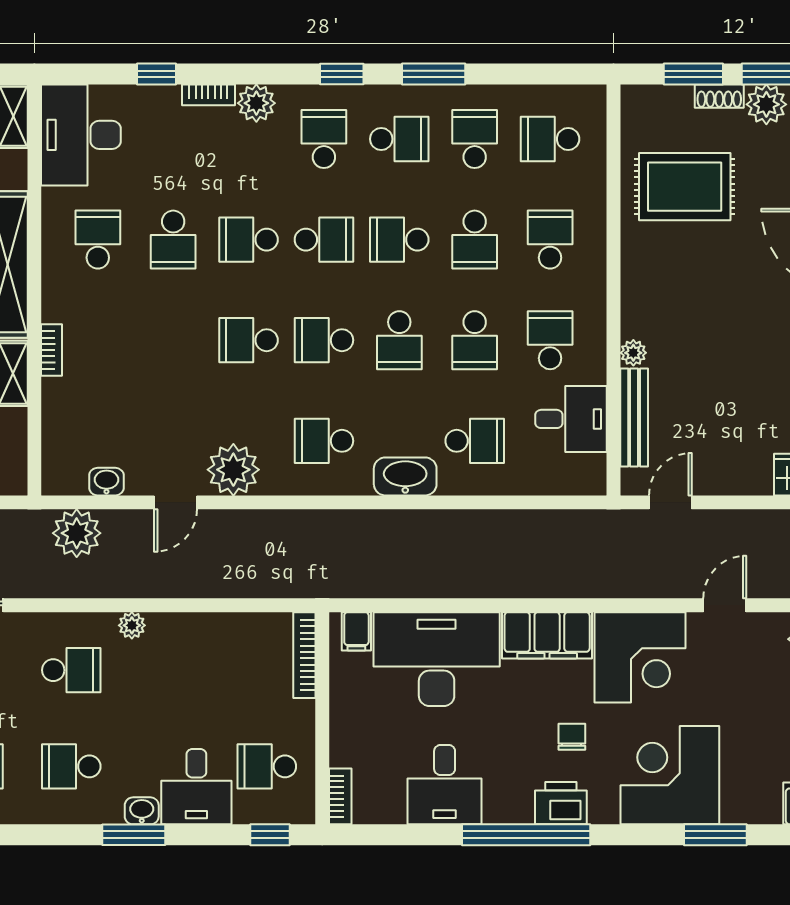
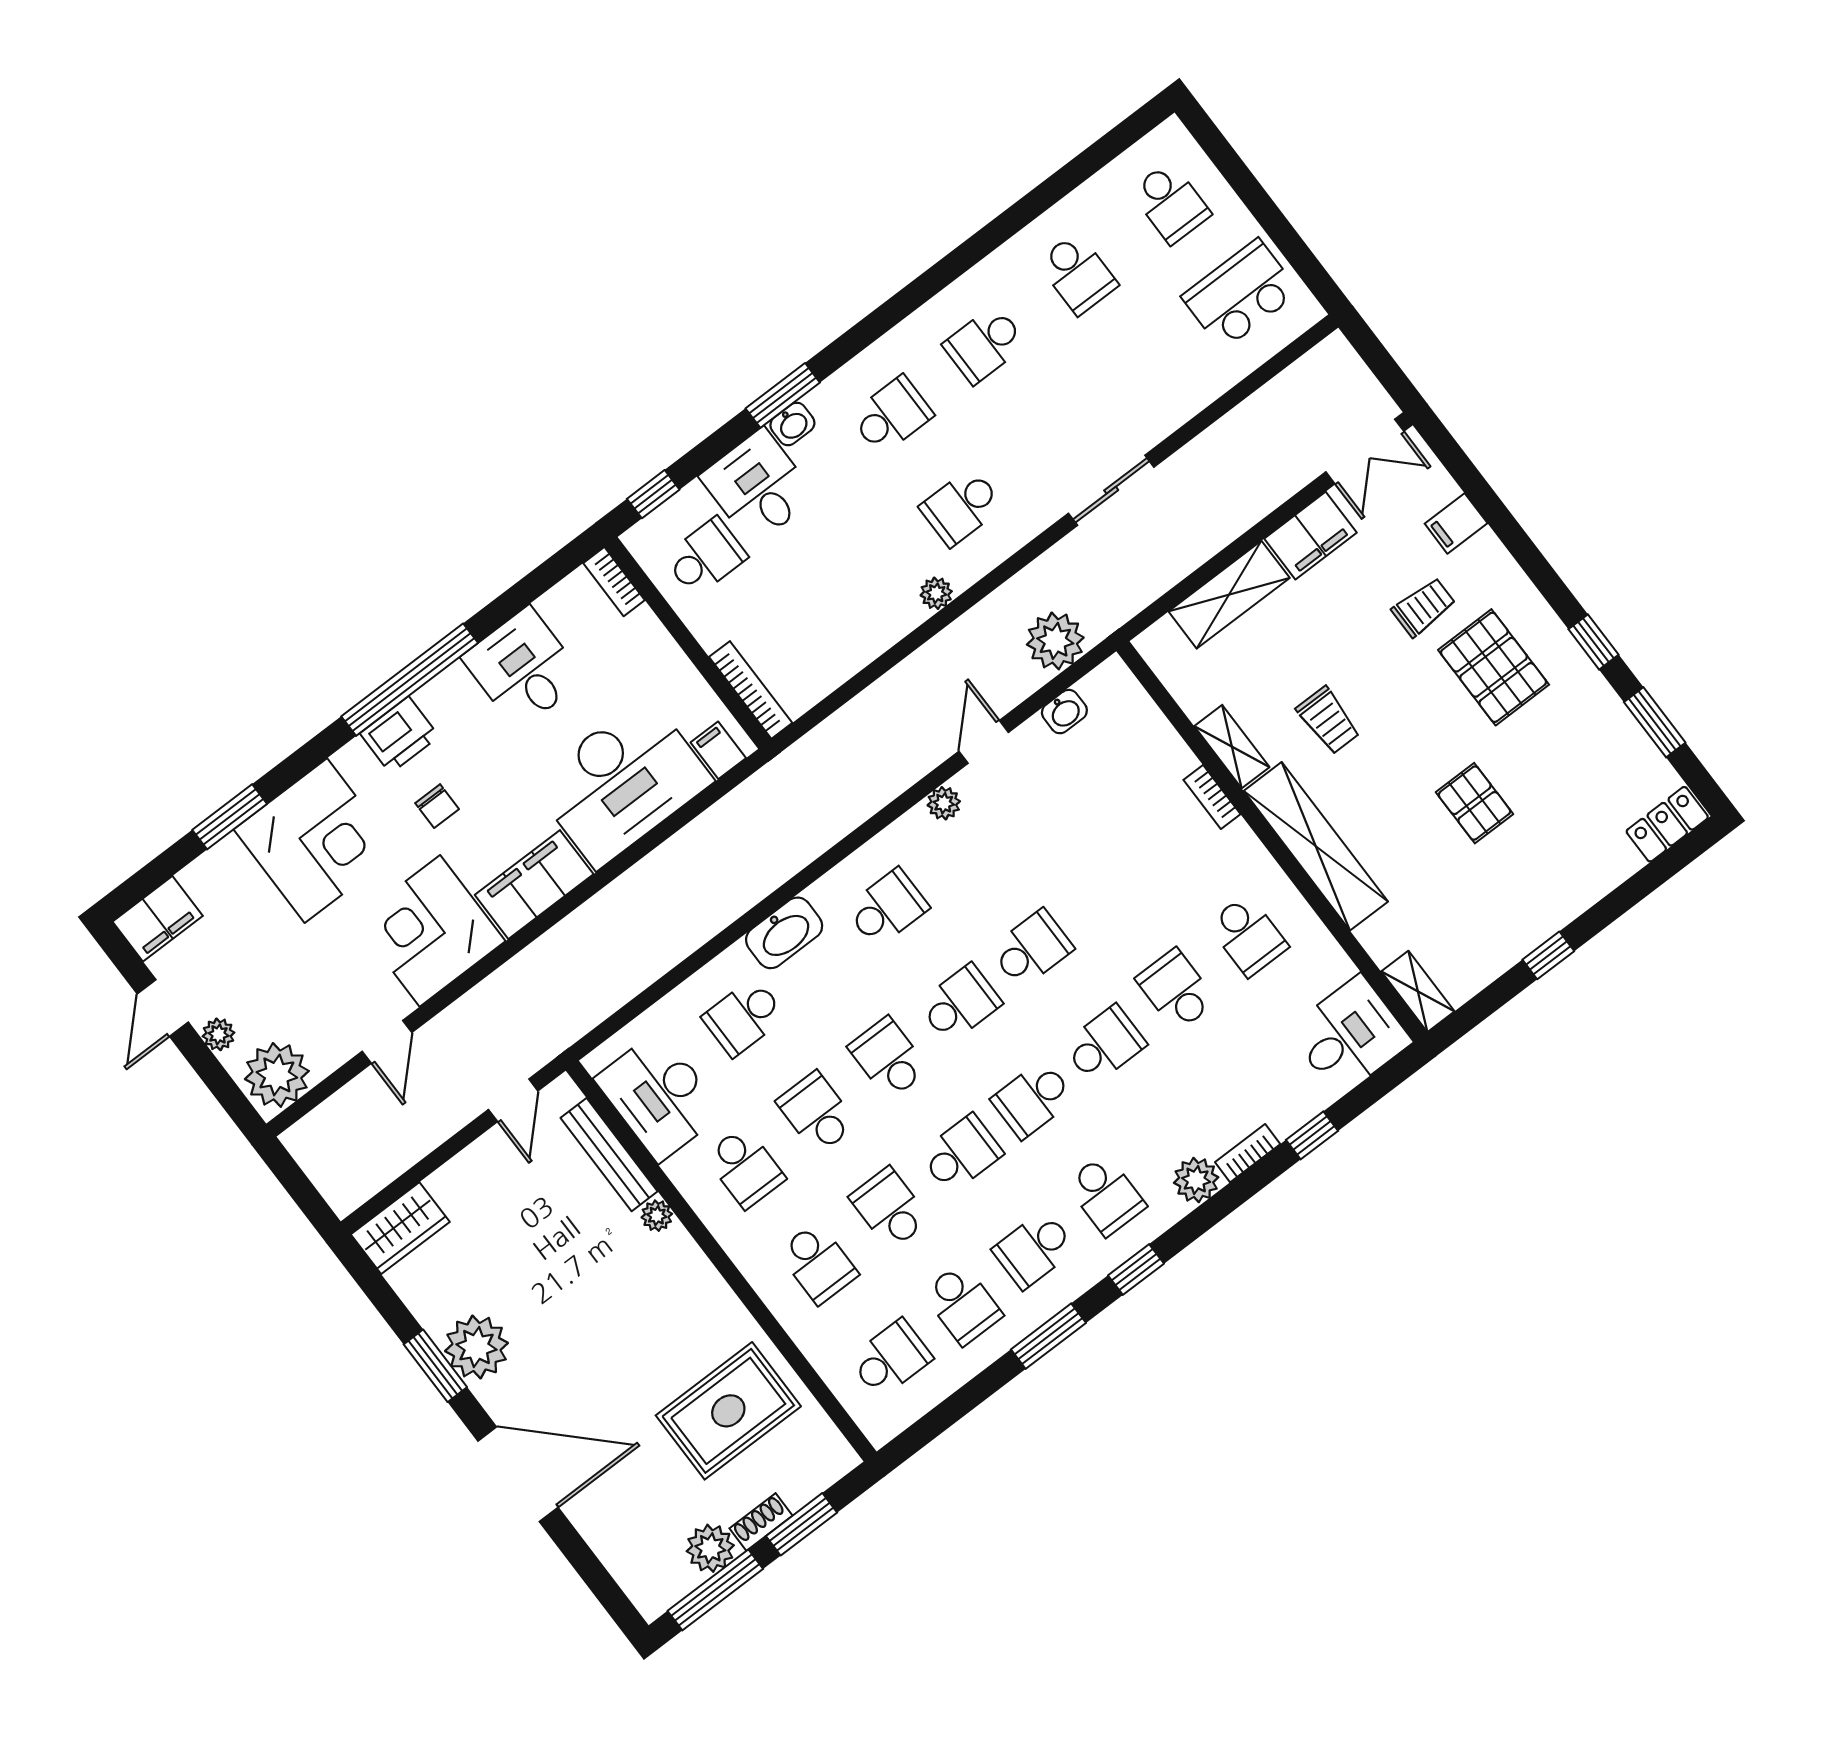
desk: (81, 135) -> (1350, 1036), width x0.73
desk: (571, 419) -> (659, 1096), width x1.37
plant: (233, 470) -> (944, 803), width x0.53, depth x0.53

